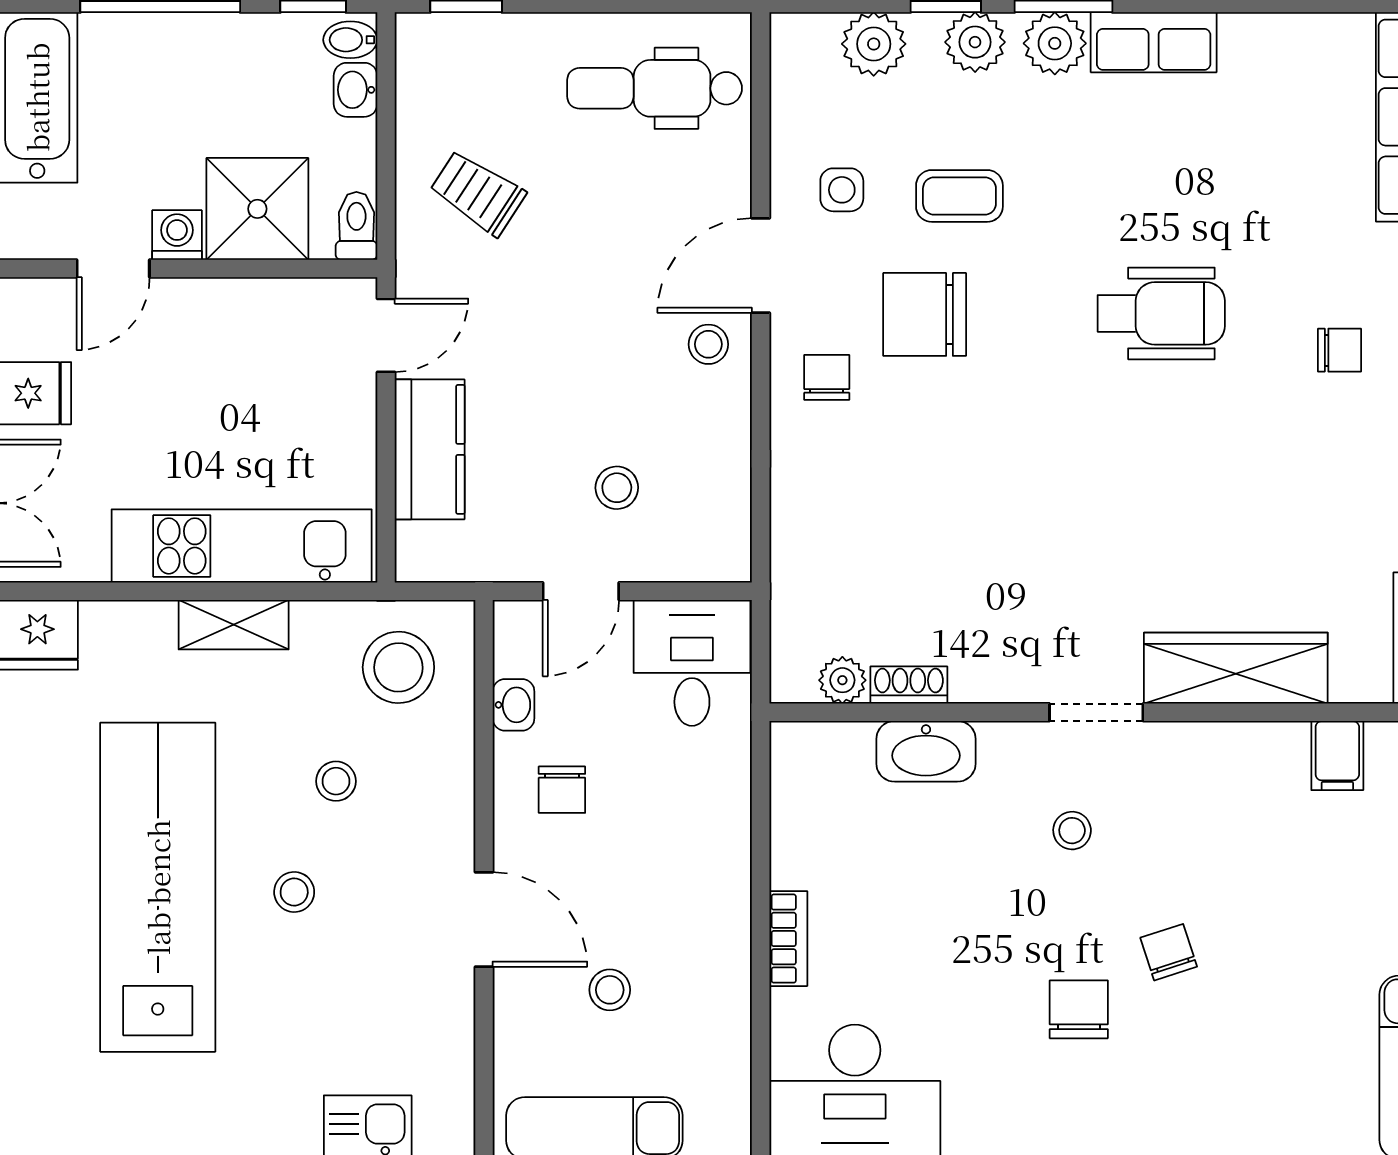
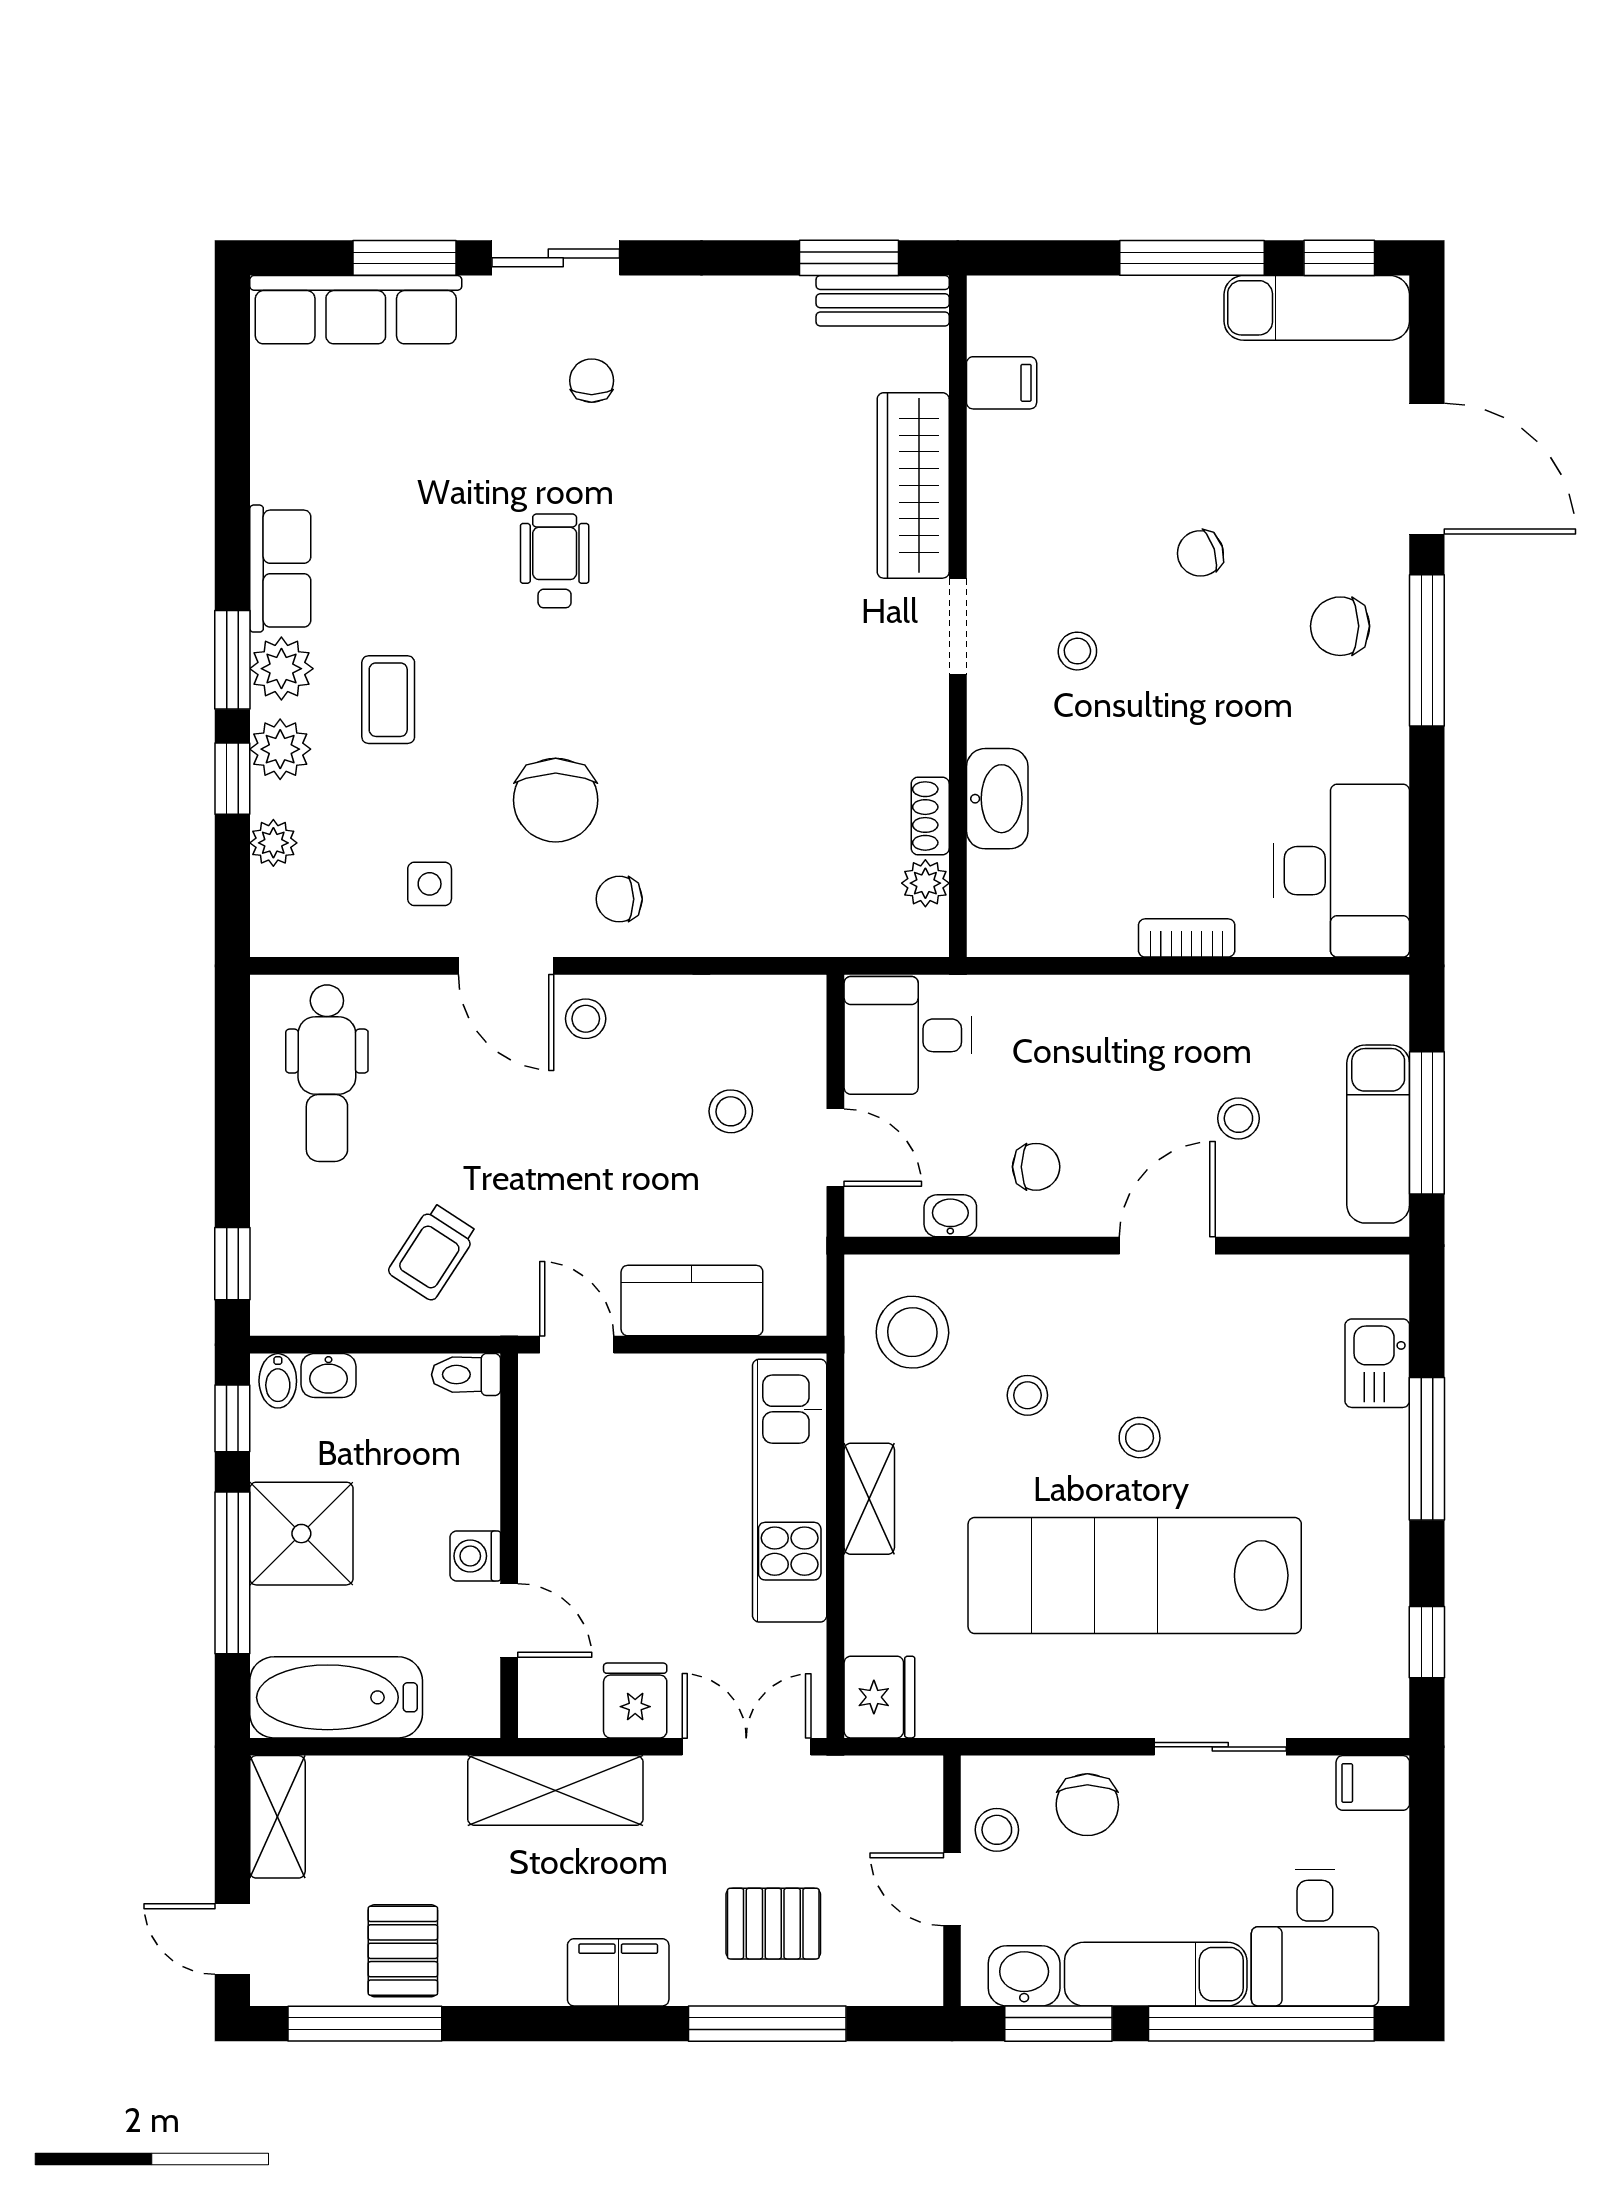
plant: (874, 44) -> (273, 843), width x0.73, depth x0.73
coffee table: (959, 196) -> (388, 700), moved
shower: (257, 209) -> (301, 1534), moved
wheelchair: (1161, 313) -> (555, 561), width x0.73, depth x0.73
chair: (1079, 1009) -> (1340, 626), moved

